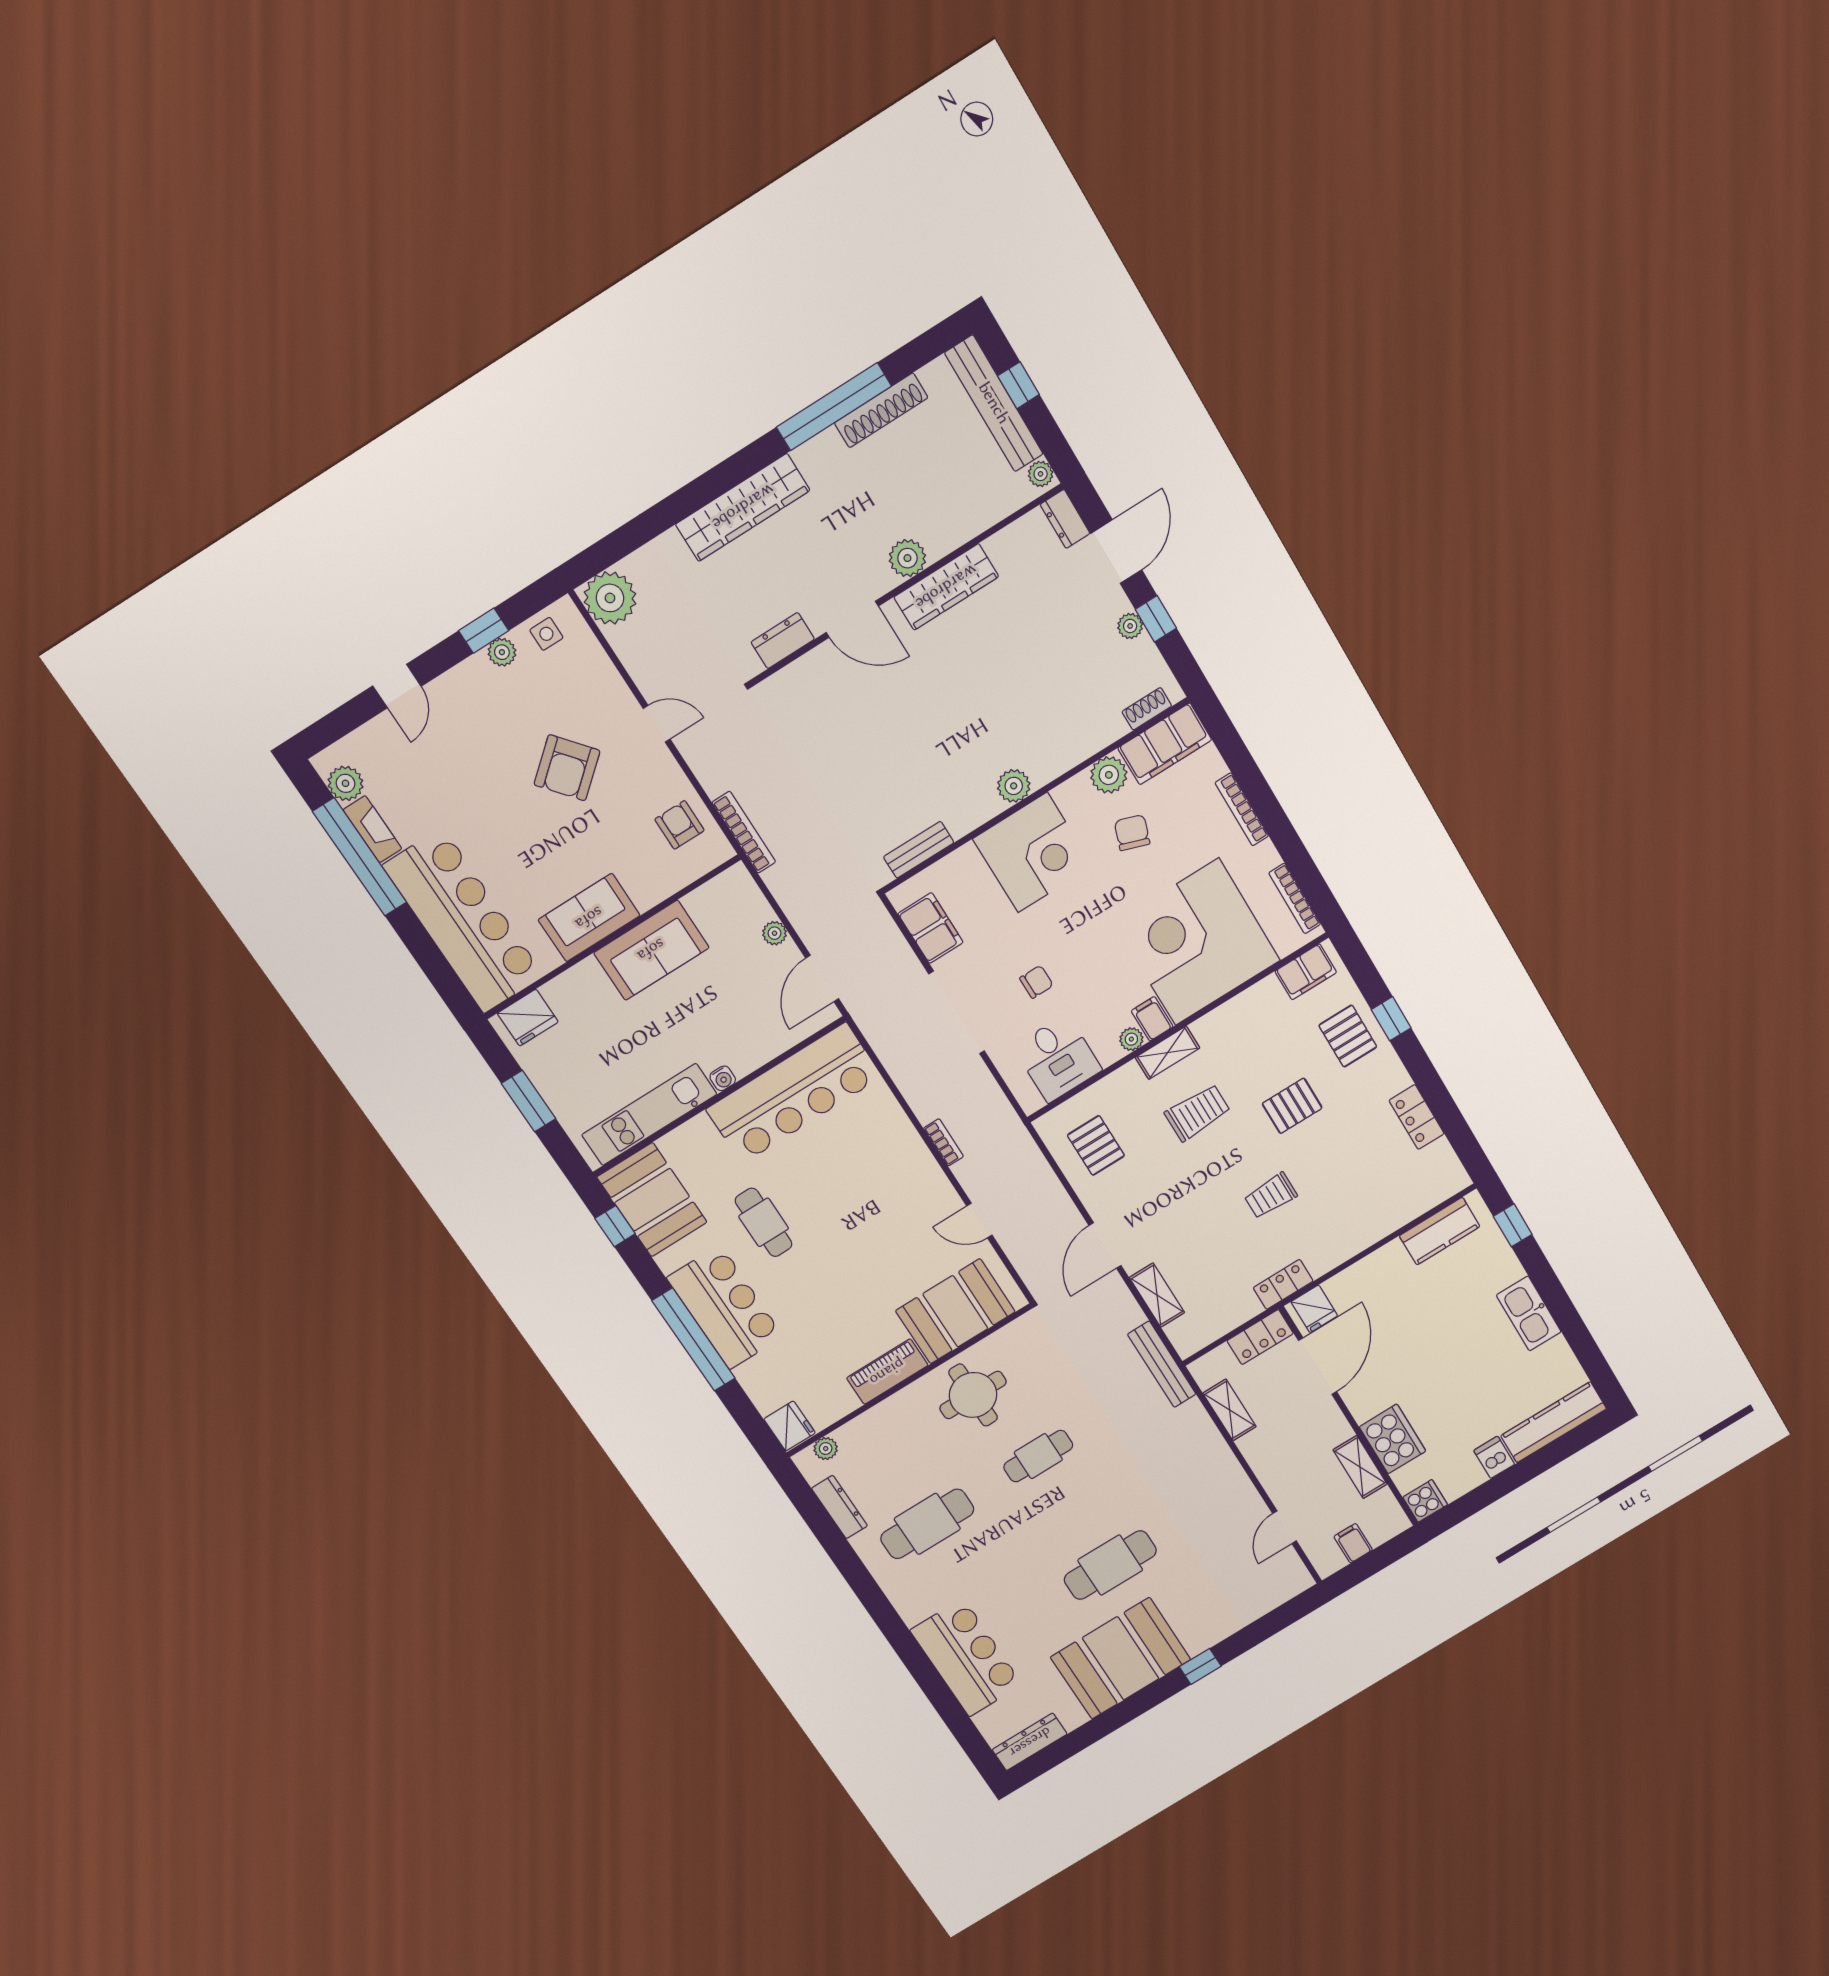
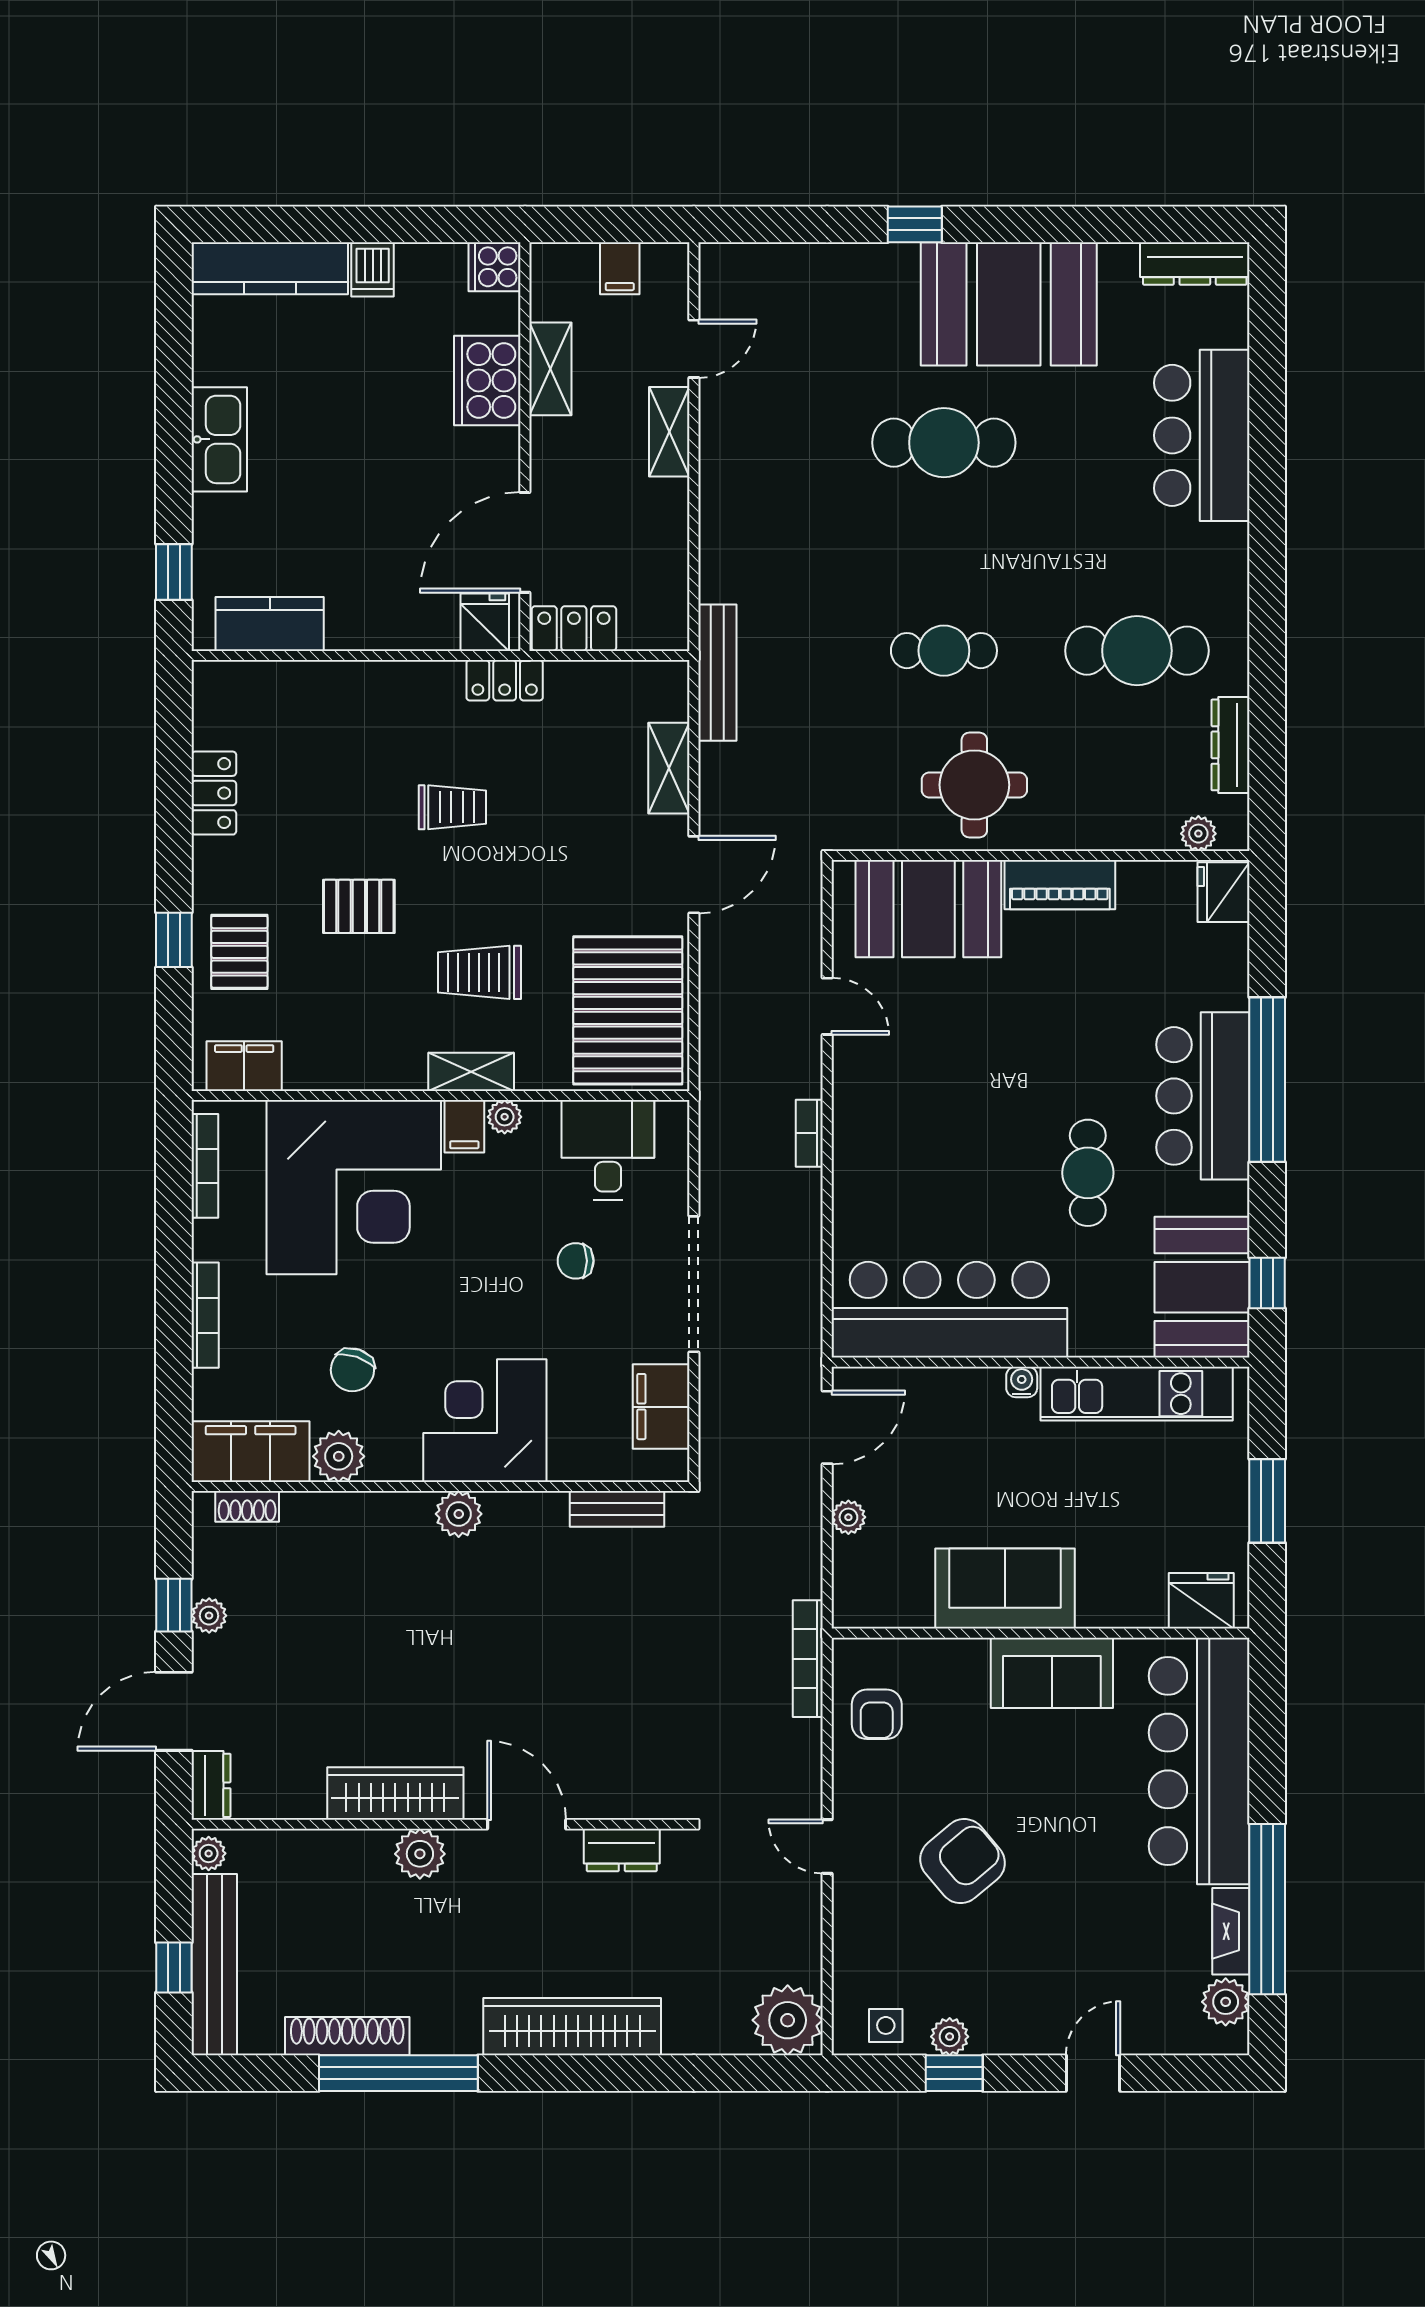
pallet: (1096, 1145) -> (628, 1010), width x2.05, depth x2.00
shelving: (1230, 1410) -> (669, 432), moved

